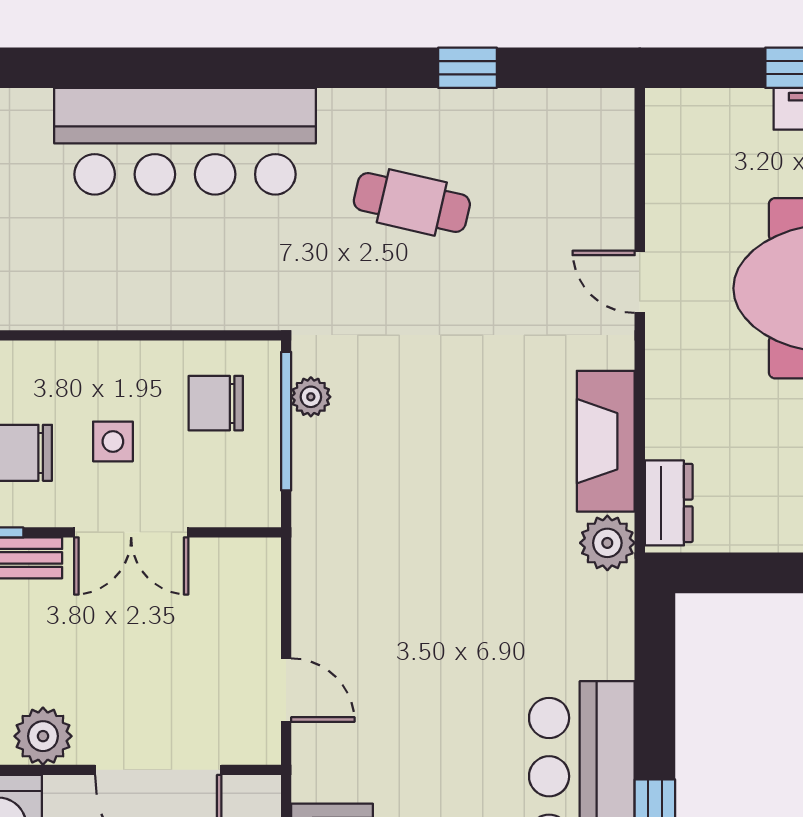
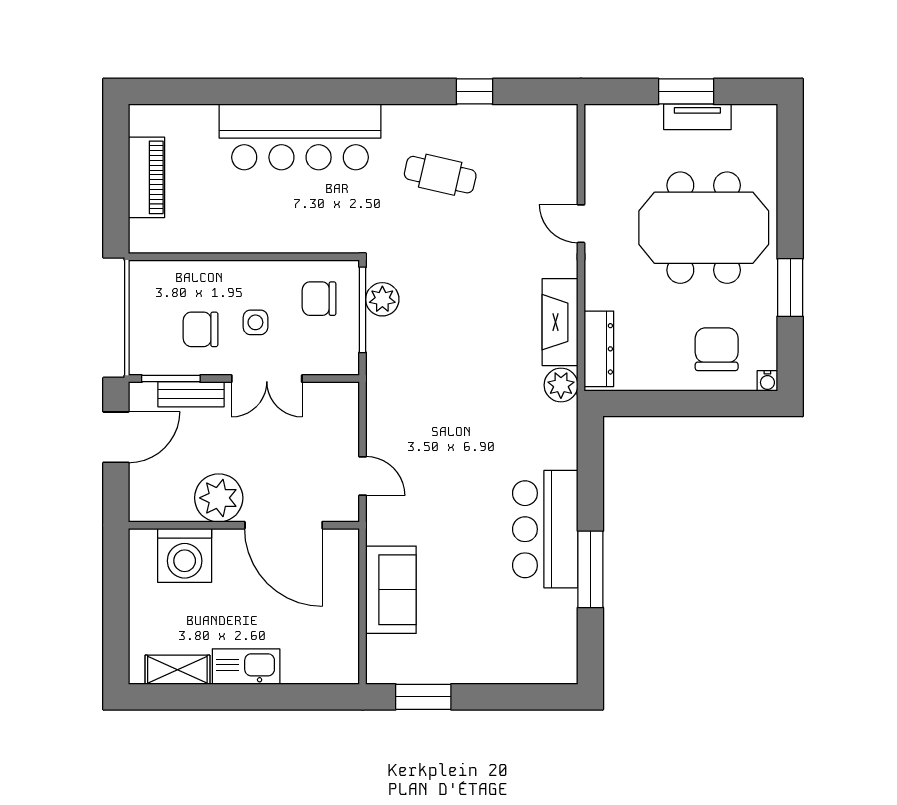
plant: (311, 397) -> (382, 299), width x1.38, depth x1.38
dresser: (669, 503) -> (599, 349), width x1.44
plant: (43, 736) -> (219, 498), width x1.36, depth x1.36

